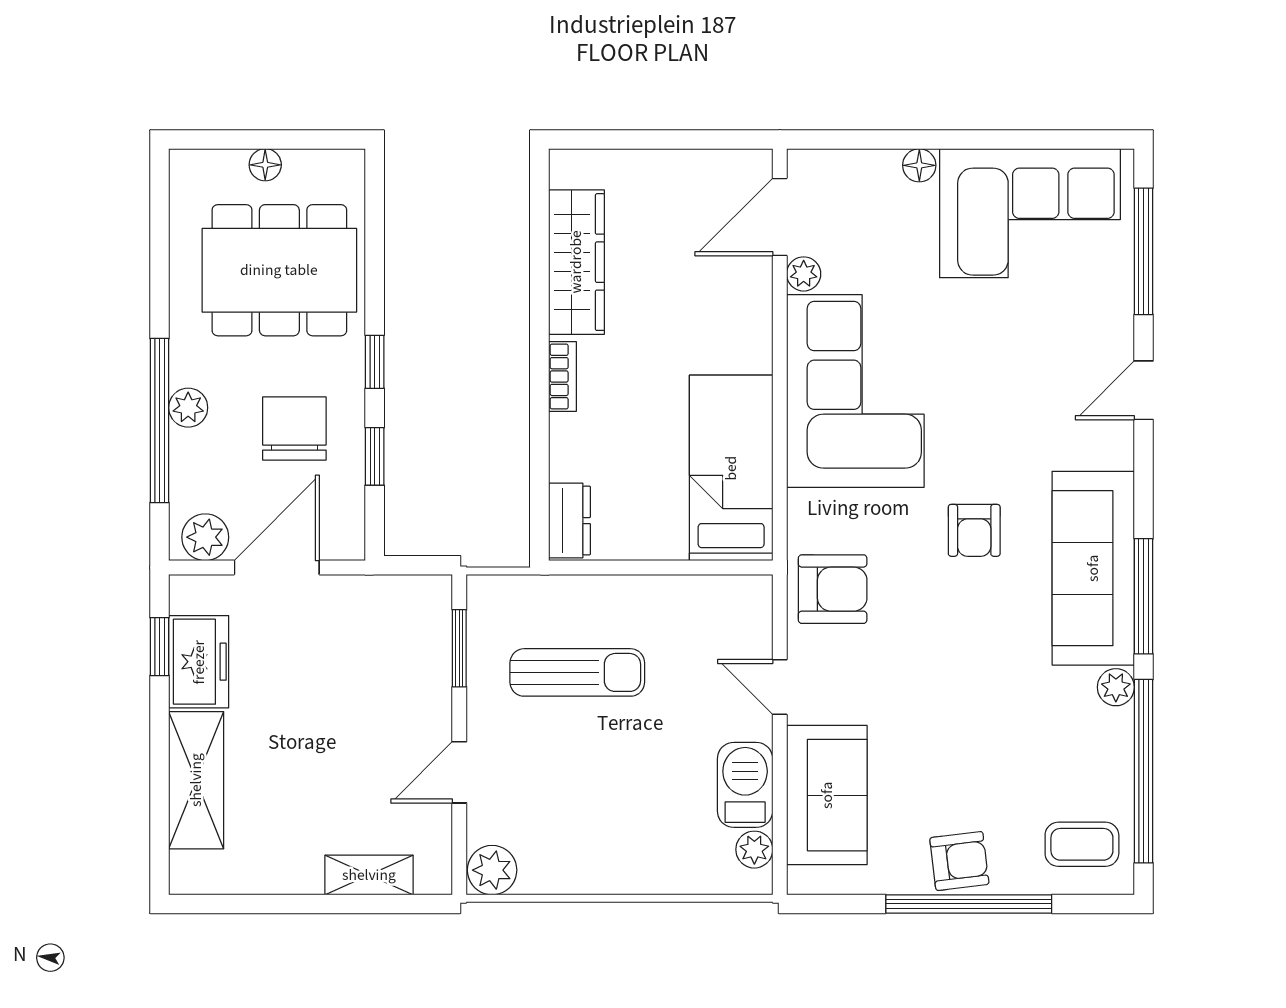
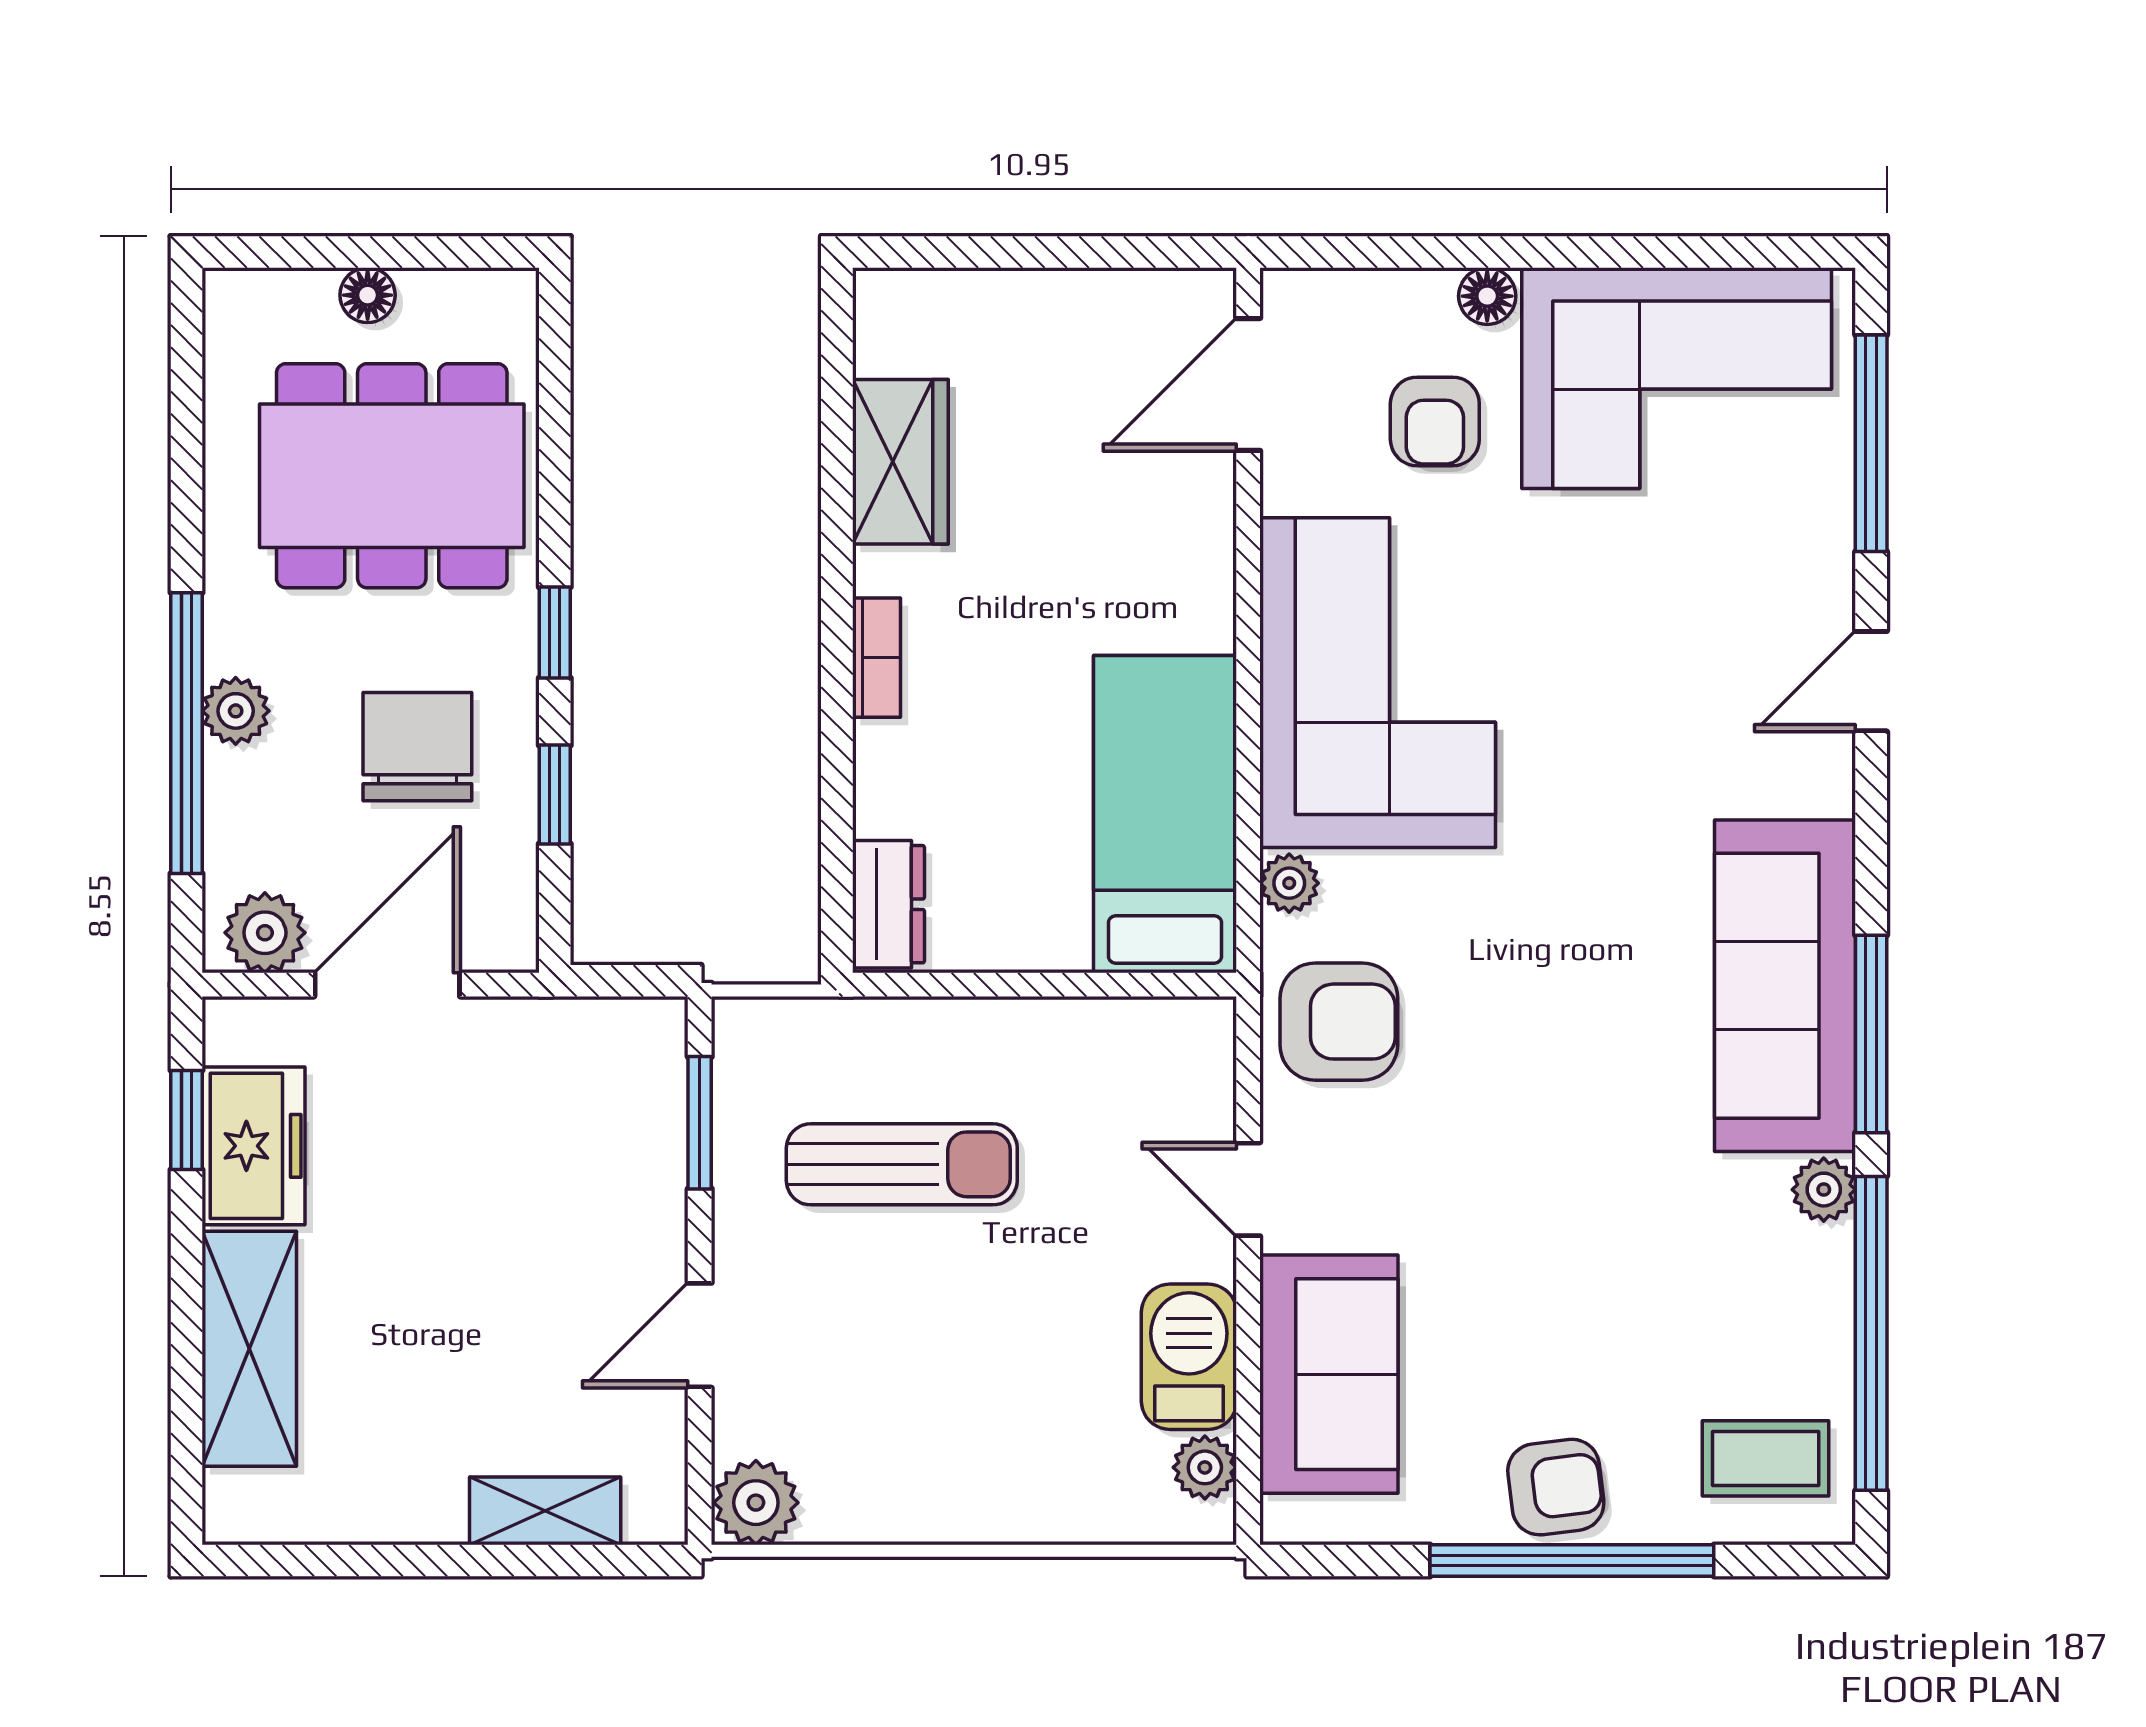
wardrobe: (576, 262) -> (900, 462), width x0.67
plant: (804, 274) -> (1289, 883), moved
armchair: (974, 530) -> (1435, 421), moved

